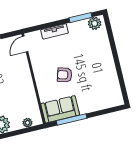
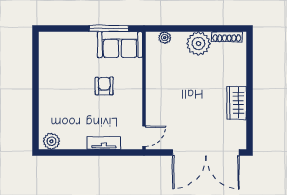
window: (81, 18) -> (67, 153), removed
armchair: (65, 75) -> (104, 86), turned -107

